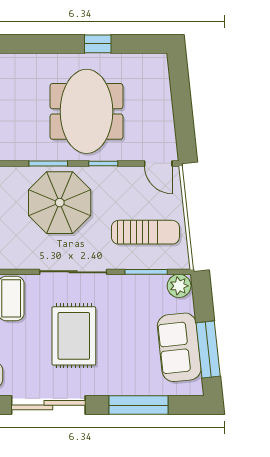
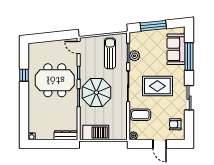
door: (158, 163) -> (79, 47), swing flipped
plant: (179, 286) -> (135, 56), moved
sofa: (179, 347) -> (176, 49), moved, turned 96
window: (208, 349) -> (153, 26), moved
sliding door: (48, 405) -> (189, 98), width x0.73

